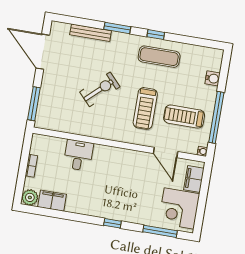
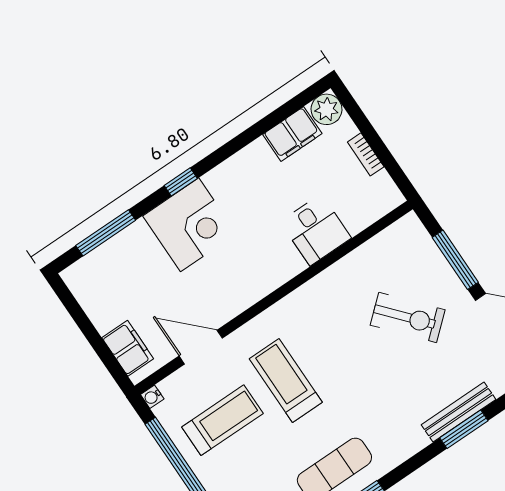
window: (117, 28) -> (464, 429), moved
exercise bike: (100, 89) -> (408, 317), moved, turned -88
window: (34, 104) -> (455, 260), moved
corner desk: (179, 208) -> (190, 225), moved, turned 90

